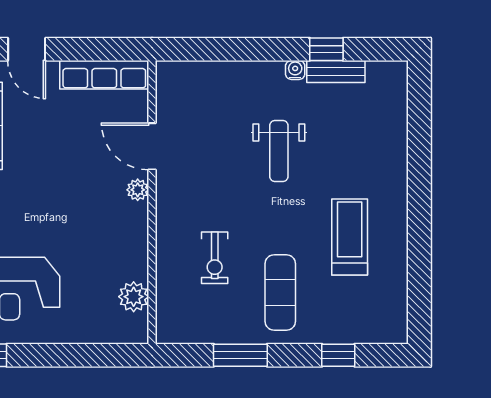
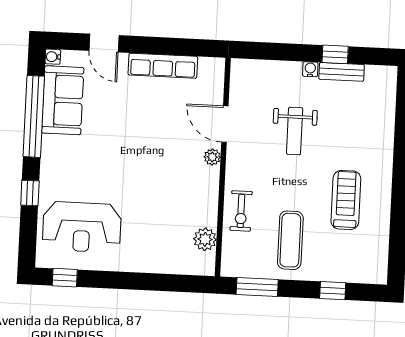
door: (152, 146) -> (225, 124), moved
plant: (138, 190) -> (212, 157), moved
wall: (152, 202) -> (223, 167), moved
plant: (134, 297) -> (205, 239), moved

